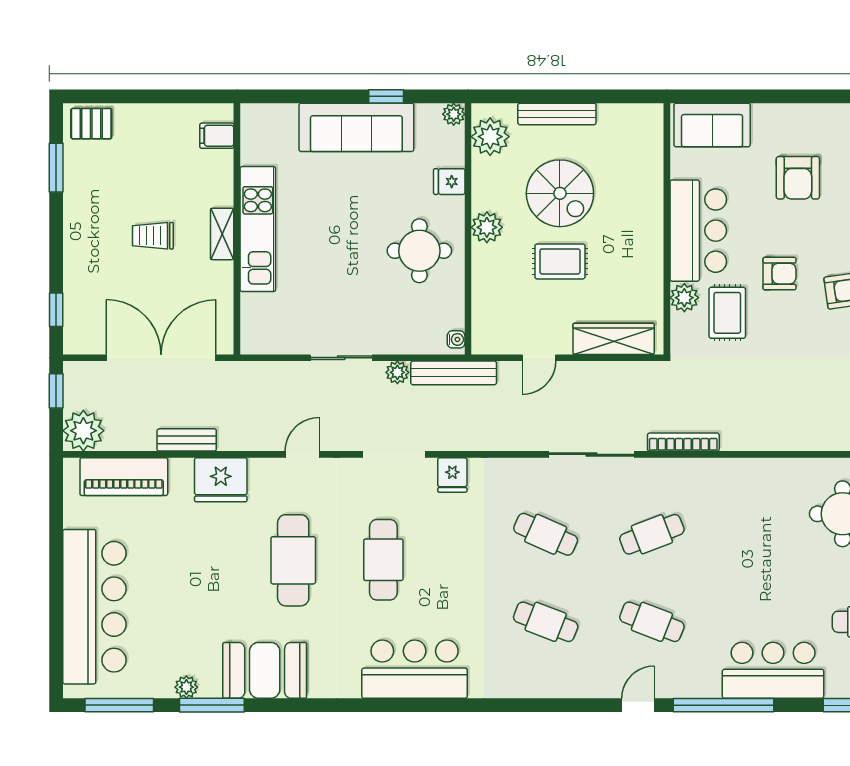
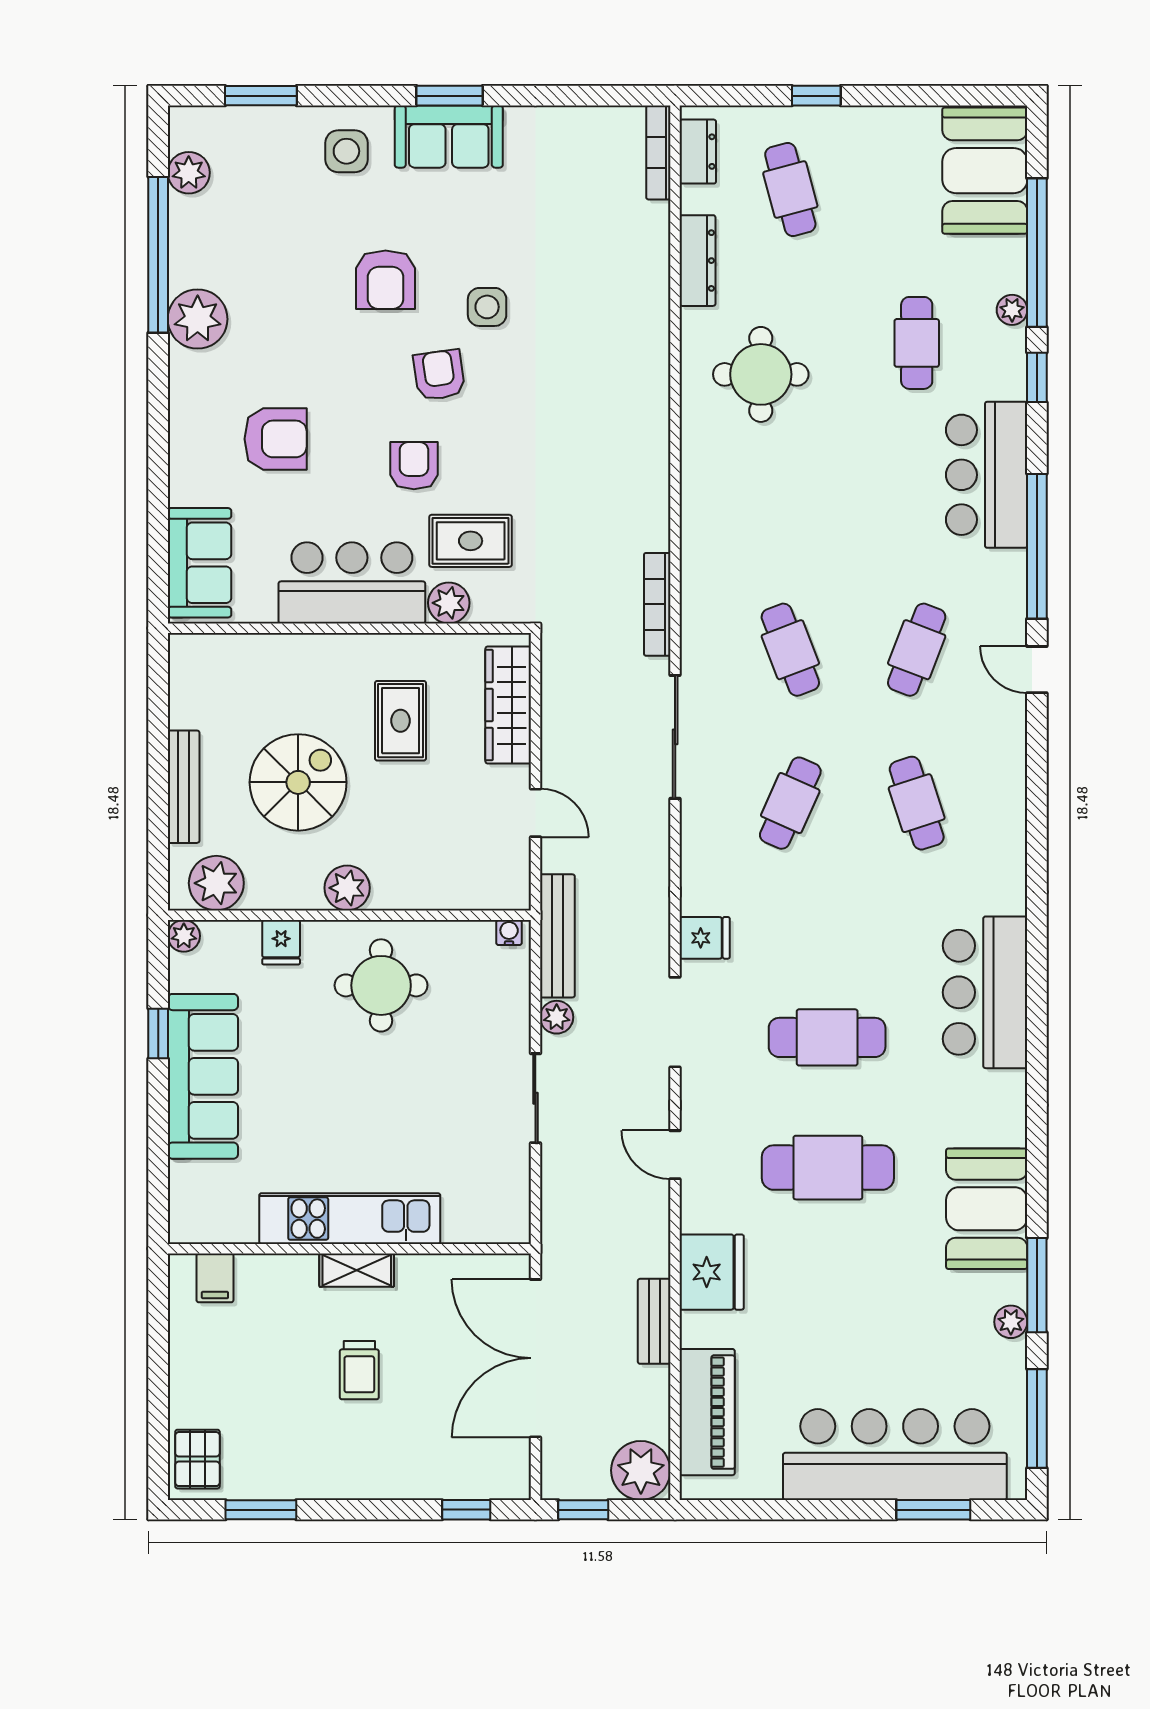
rug: (560, 261) -> (401, 721), moved
cafe table: (546, 622) -> (917, 803), turned -39
window: (56, 633) -> (933, 1510), added

